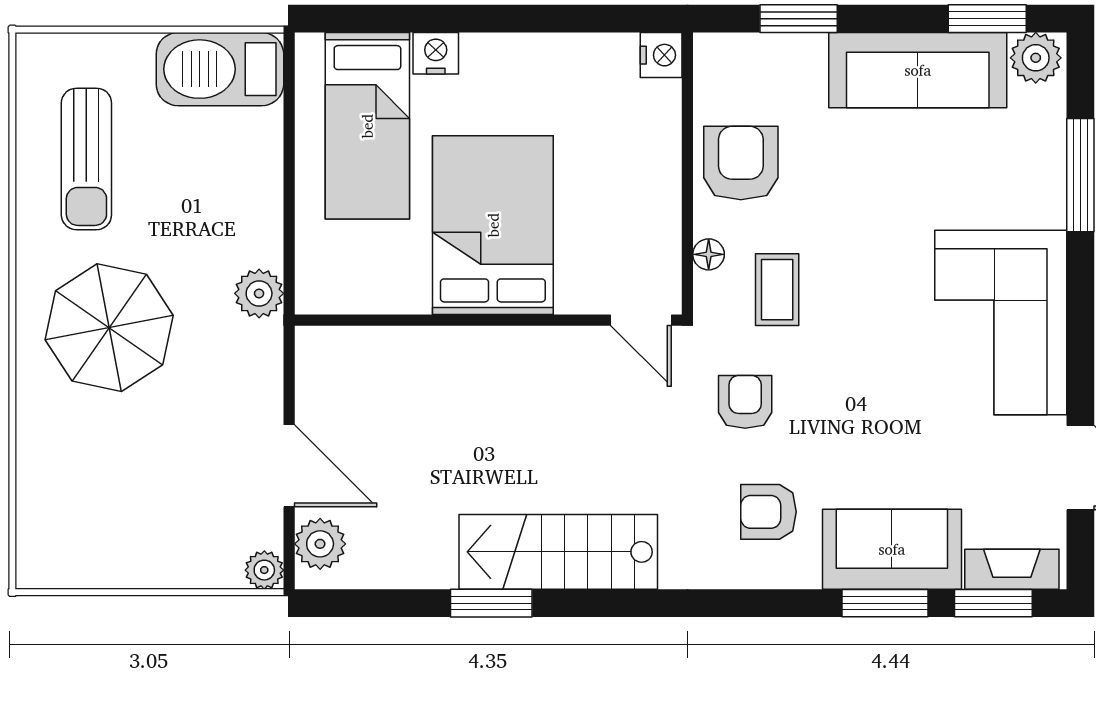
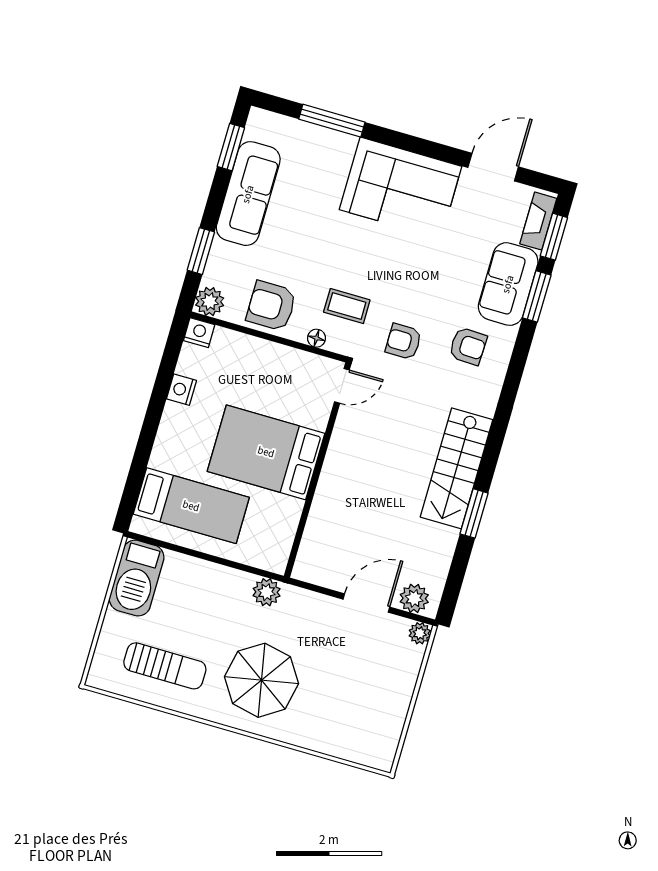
nightstand: (436, 53) -> (182, 390), moved
plant: (1036, 58) -> (210, 302), moved
armchair: (768, 512) -> (468, 346), turned -88

